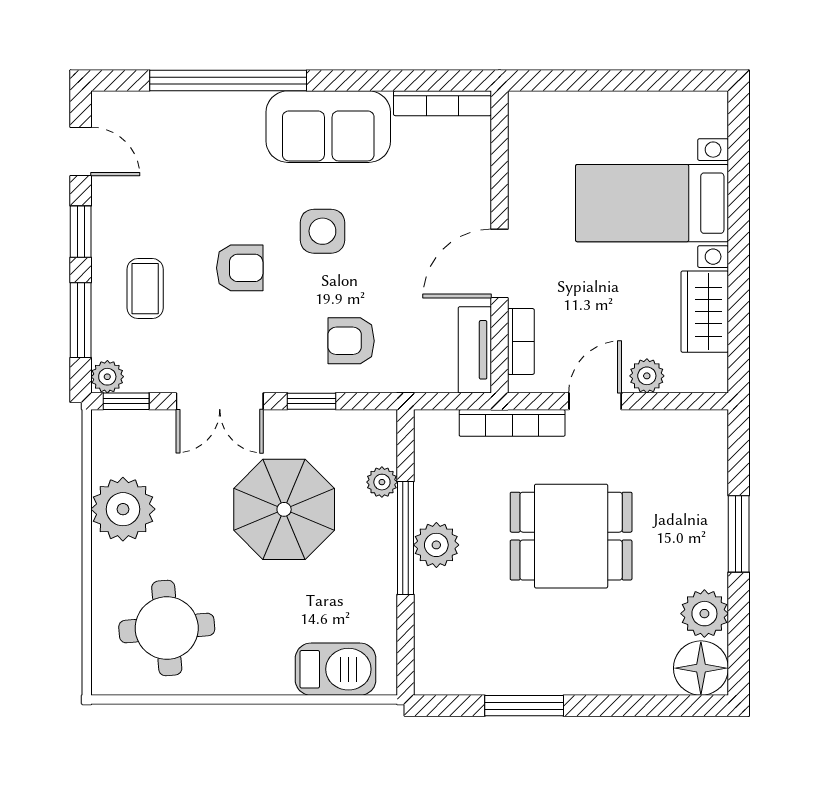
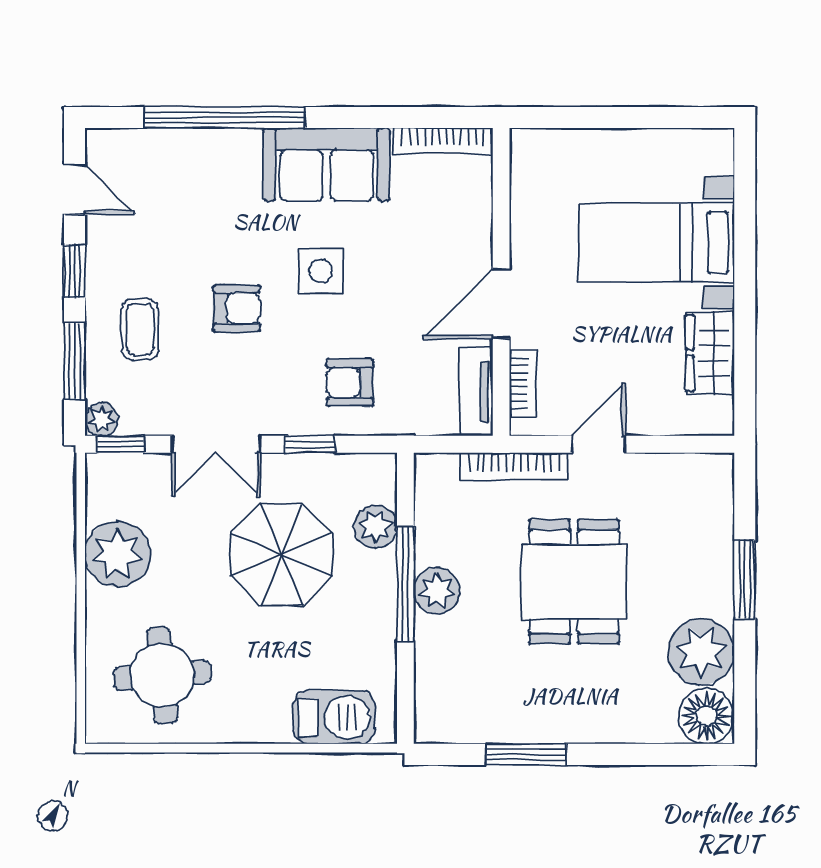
plant: (647, 376) -> (651, 418), removed
plant: (382, 482) -> (375, 527), width x1.38, depth x1.38
dining table: (571, 536) -> (574, 582), turned 90
plant: (704, 614) -> (701, 652), width x1.36, depth x1.36

